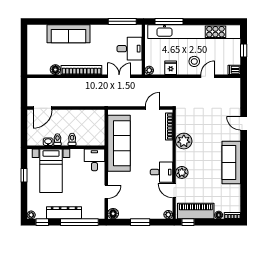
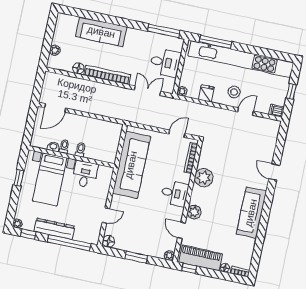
plant: (32, 58) -> (55, 50), added
desk: (94, 160) -> (85, 174), moved
desk: (161, 172) -> (175, 193), moved

